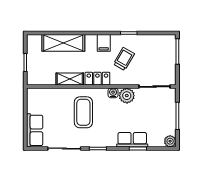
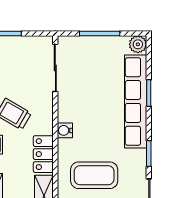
plant: (127, 96) -> (69, 110), removed
row of seats: (132, 140) -> (136, 101), width x2.02

